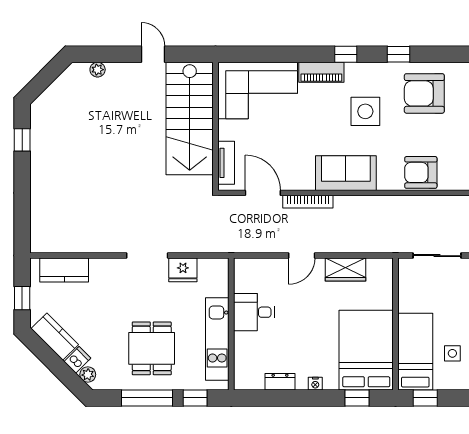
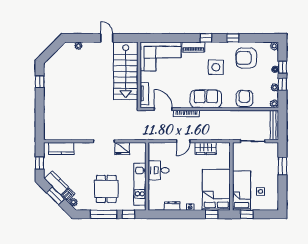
armchair: (421, 172) -> (244, 99), turned 90
window: (53, 362) -> (56, 196), added

